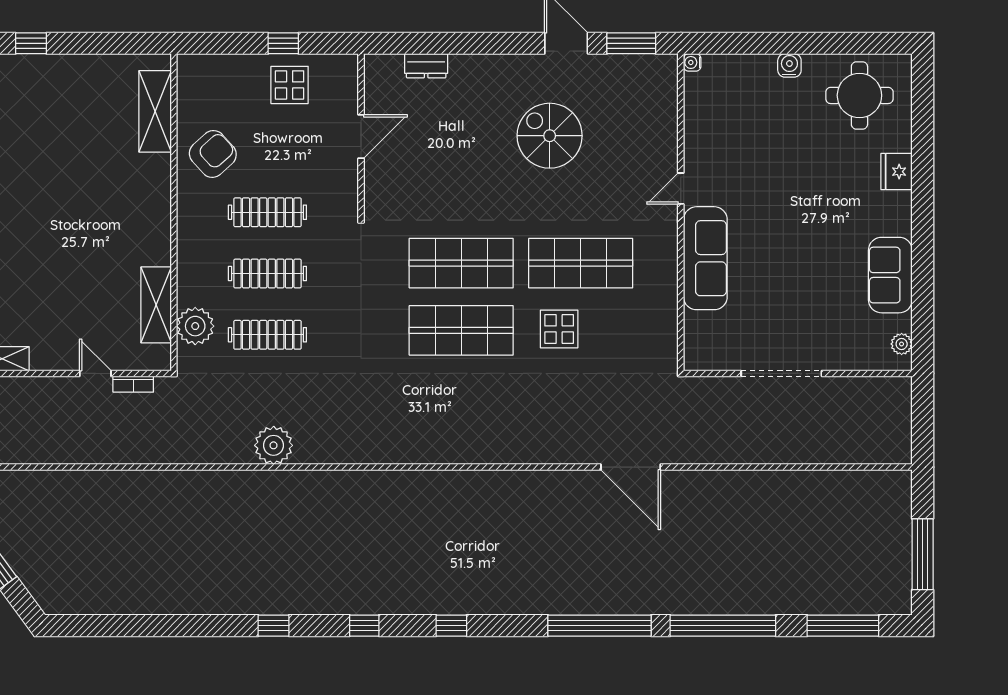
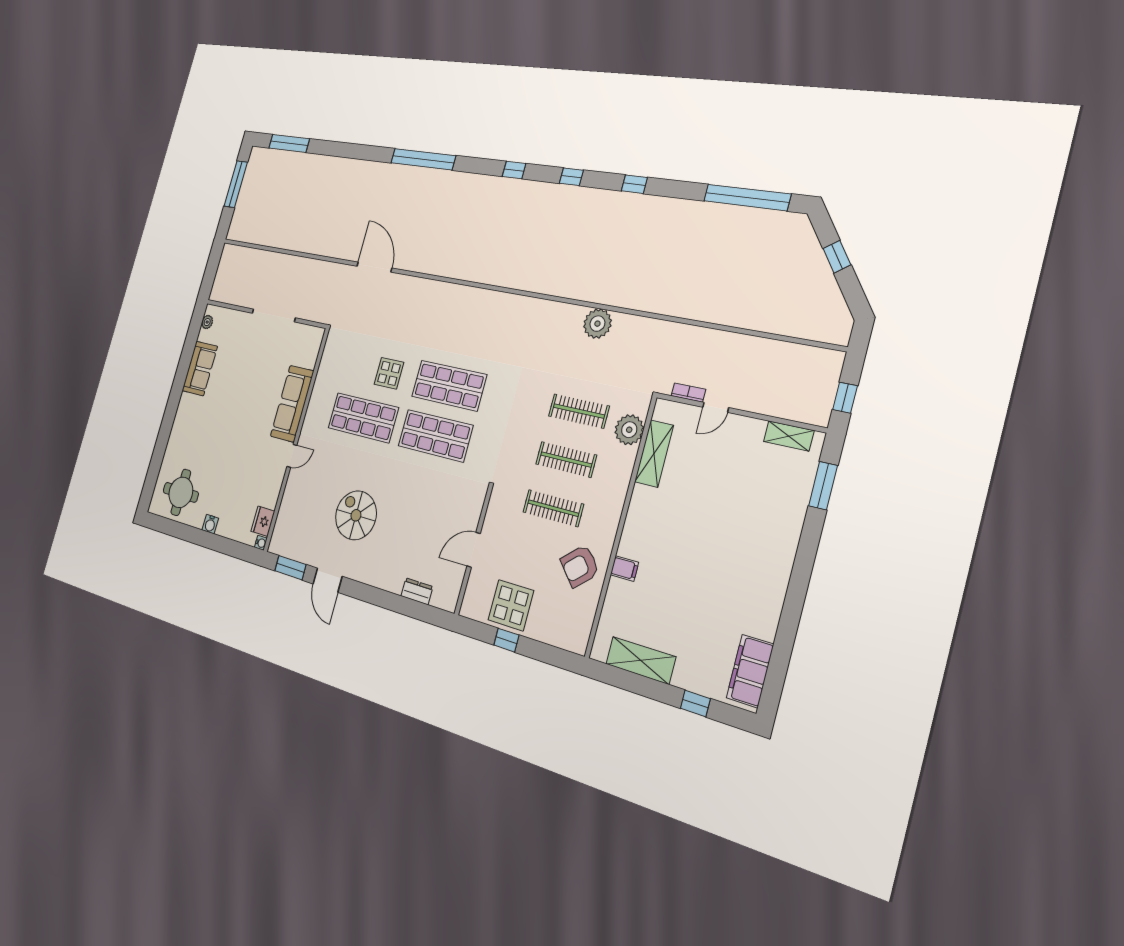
display table: (290, 85) -> (511, 605), width x1.36, depth x1.36
shelving: (155, 111) -> (641, 660), moved, turned 90
spiral stairs: (550, 136) -> (356, 515), turned 180
filing cabinet: (156, 166) -> (624, 569), added
fridge: (897, 172) -> (263, 521), moved, turned 180
door: (95, 373) -> (716, 407), hinge flipped
window: (723, 626) -> (747, 198), moved

